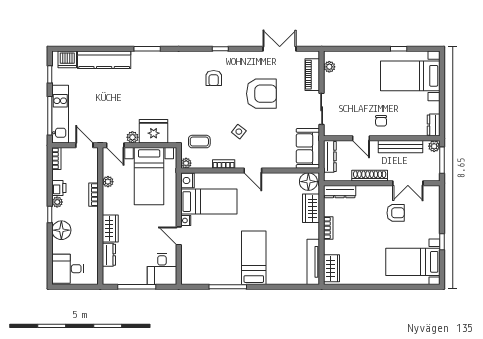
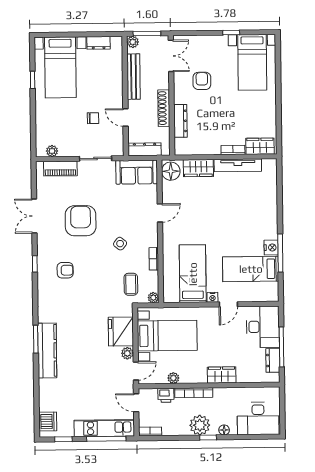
double door: (280, 49) -> (34, 216), moved
kitchen counter: (104, 60) -> (47, 350), moved
chair: (381, 121) -> (93, 118), moved
dresser: (434, 125) -> (99, 43), moved
door: (361, 138) -> (126, 117), swing flipped
door: (84, 145) -> (136, 403), hinge flipped
door: (253, 171) -> (160, 213), moved
nightstand: (188, 181) -> (271, 248), moved, turned -90
double door: (408, 183) -> (171, 56), moved
printer: (59, 188) -> (166, 395), moved, turned 180
dresser: (340, 192) -> (180, 121), moved
bookcase: (93, 195) -> (194, 393), width x1.56
plant: (57, 202) -> (200, 425), width x1.88, depth x1.88
bookcase: (328, 228) -> (233, 150), moved
floor lamp: (61, 230) -> (224, 430), width x0.53, depth x0.53
dresser: (109, 255) -> (273, 360), moved, turned -90
bed: (254, 258) -> (251, 269), moved
tv unit: (313, 262) -> (238, 165), moved
desk: (68, 269) -> (258, 418), width x1.37
desk: (162, 269) -> (263, 327), width x1.37

